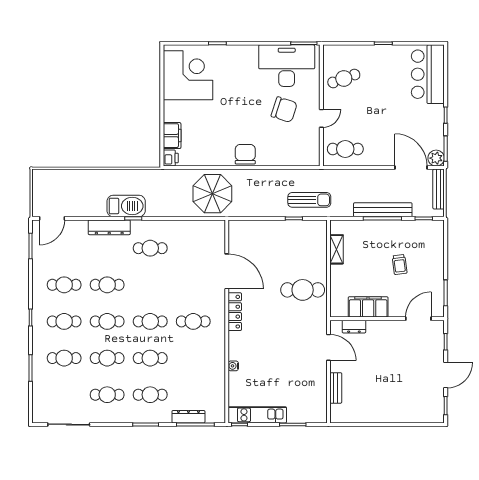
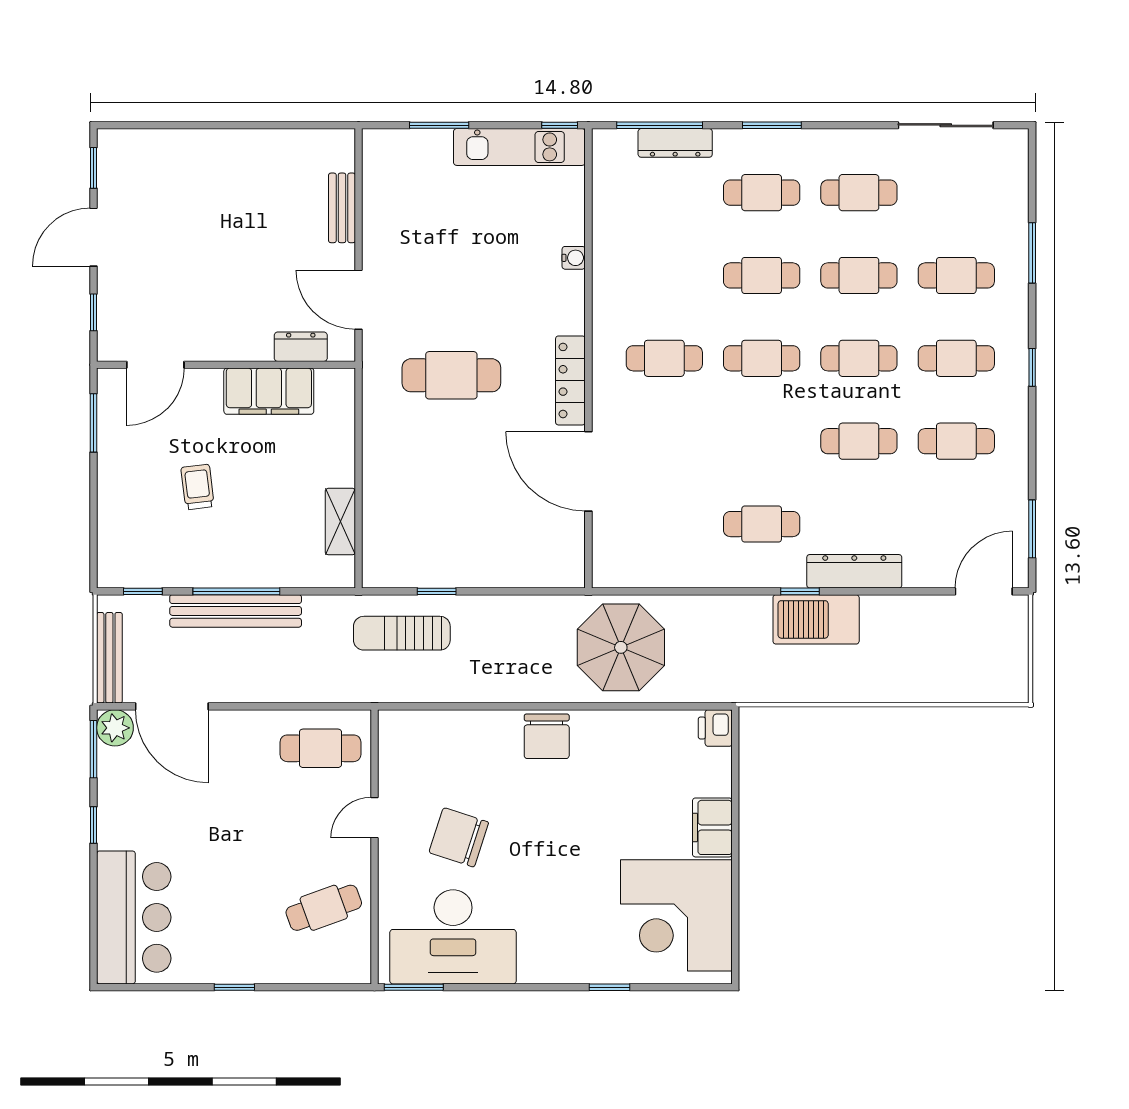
filing cabinet: (172, 136) -> (712, 827), moved
cafe table: (303, 290) -> (451, 375), moved

